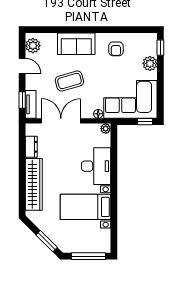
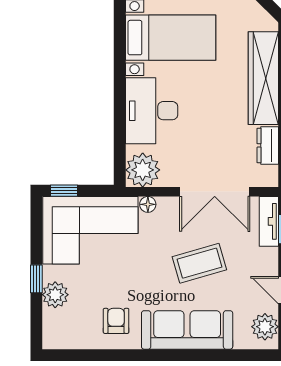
sofa: (76, 44) -> (187, 330), width x1.36
window: (160, 48) -> (36, 279), moved
plant: (106, 129) -> (143, 170), width x1.88, depth x1.88

